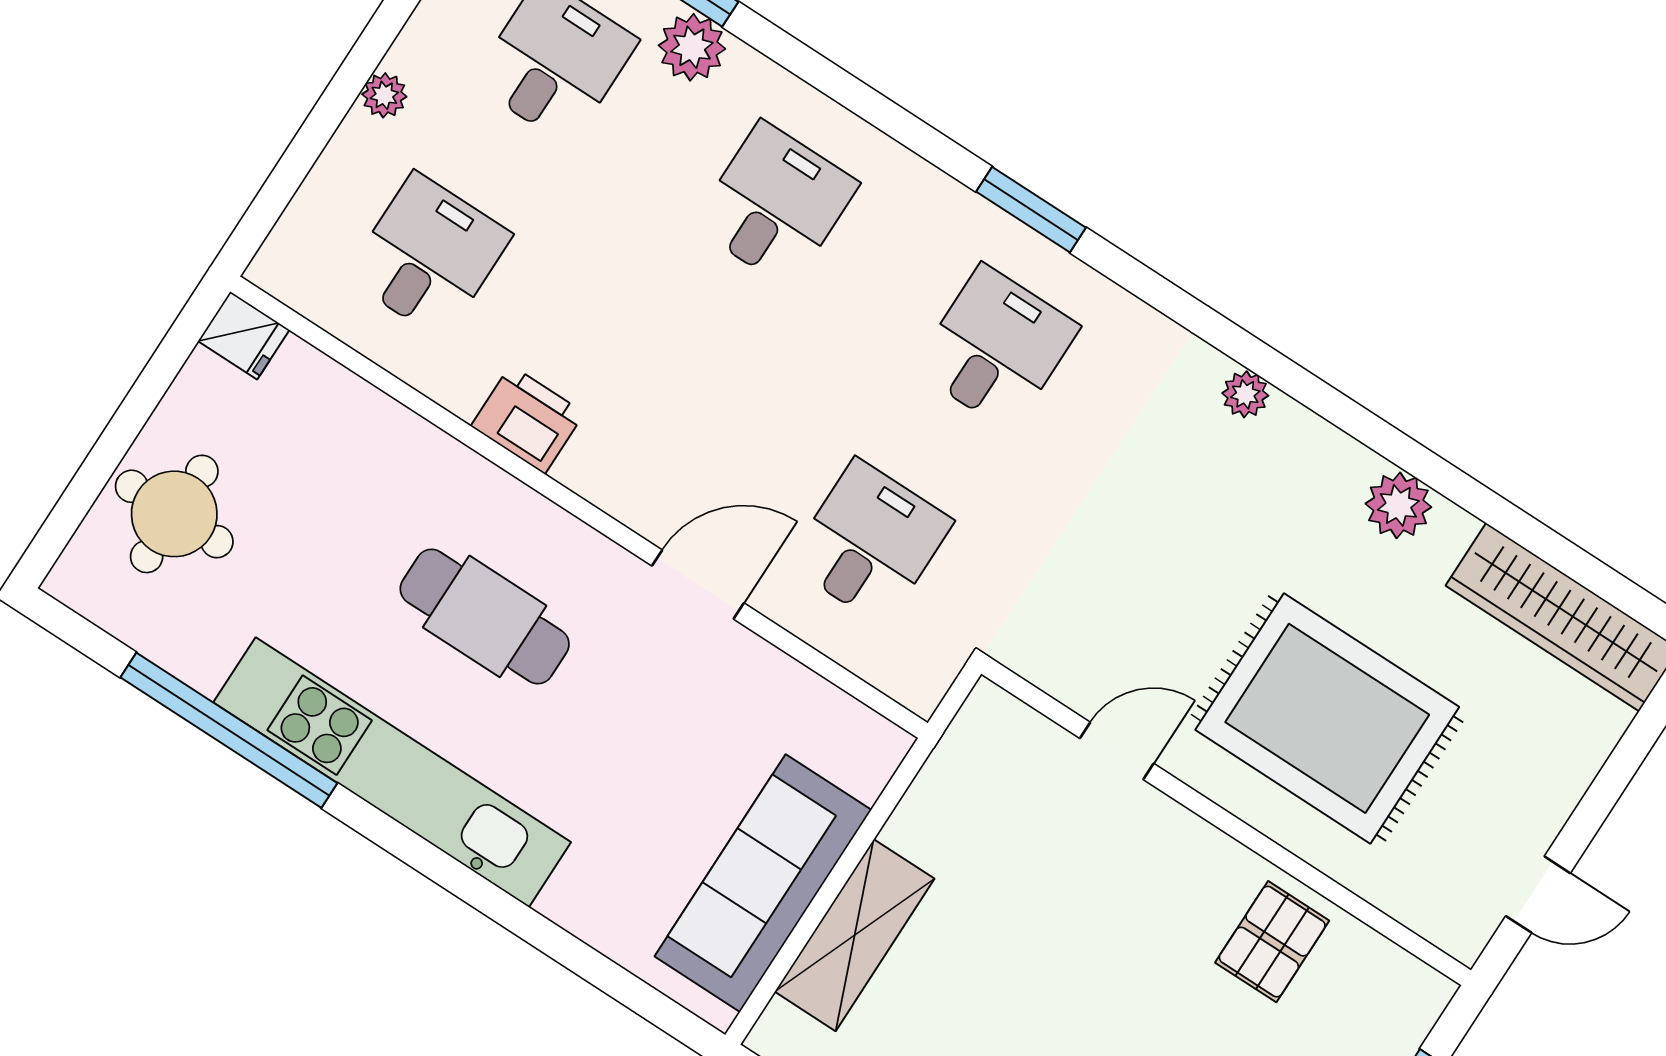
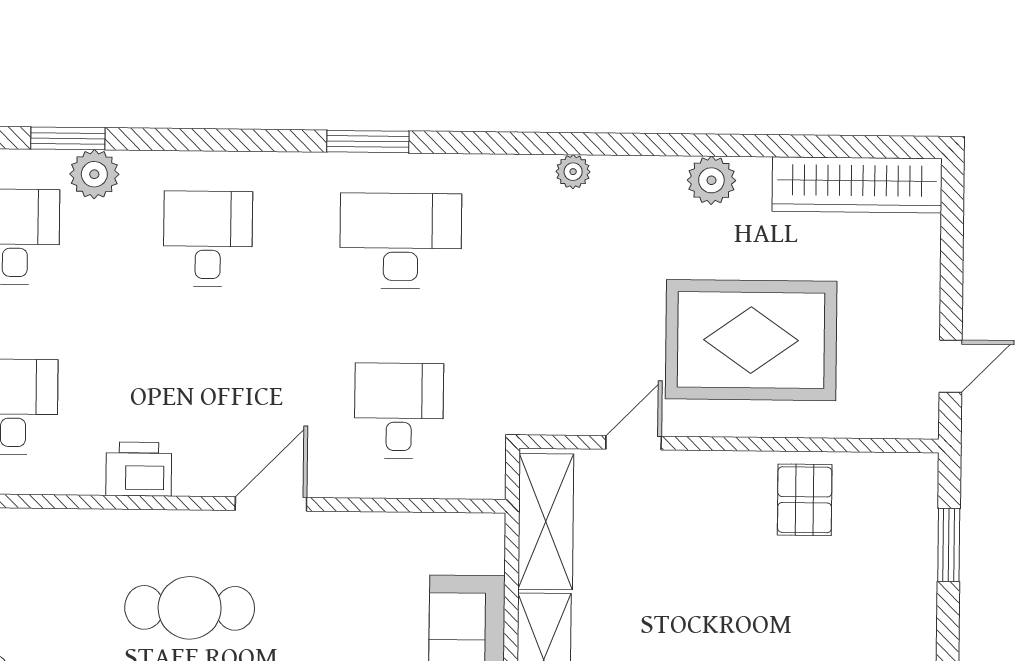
desk: (996, 348) -> (401, 241), width x1.37
door: (698, 584) -> (271, 504), moved
shelving: (958, 777) -> (546, 522), added

